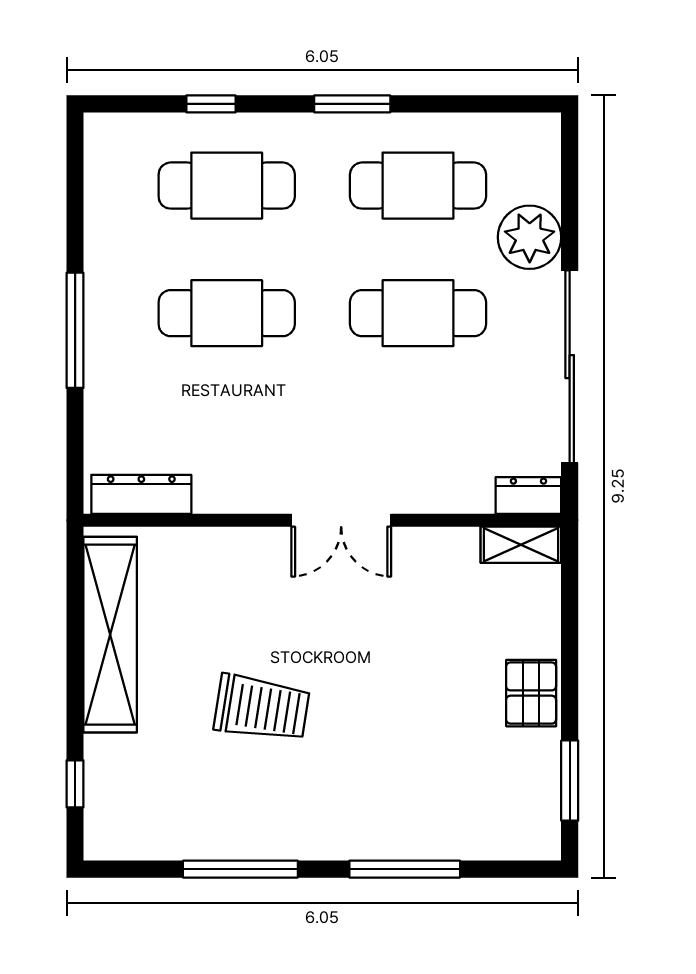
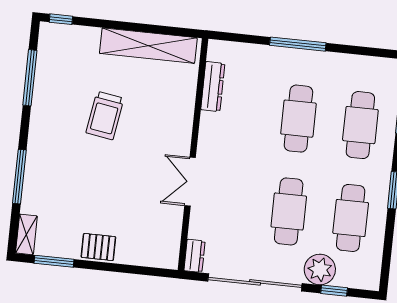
window: (570, 204) -> (334, 291), added
dresser: (141, 494) -> (213, 87), moved
double door: (341, 520) -> (190, 182), moved
shelving: (521, 545) -> (26, 234), moved
window: (75, 784) -> (61, 19), moved
window: (240, 869) -> (30, 78), moved

